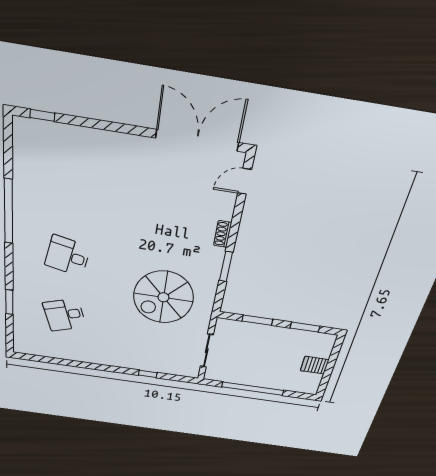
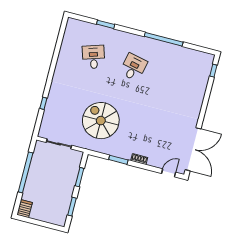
door: (244, 181) -> (169, 173), hinge flipped
server rack: (315, 365) -> (25, 209), moved

